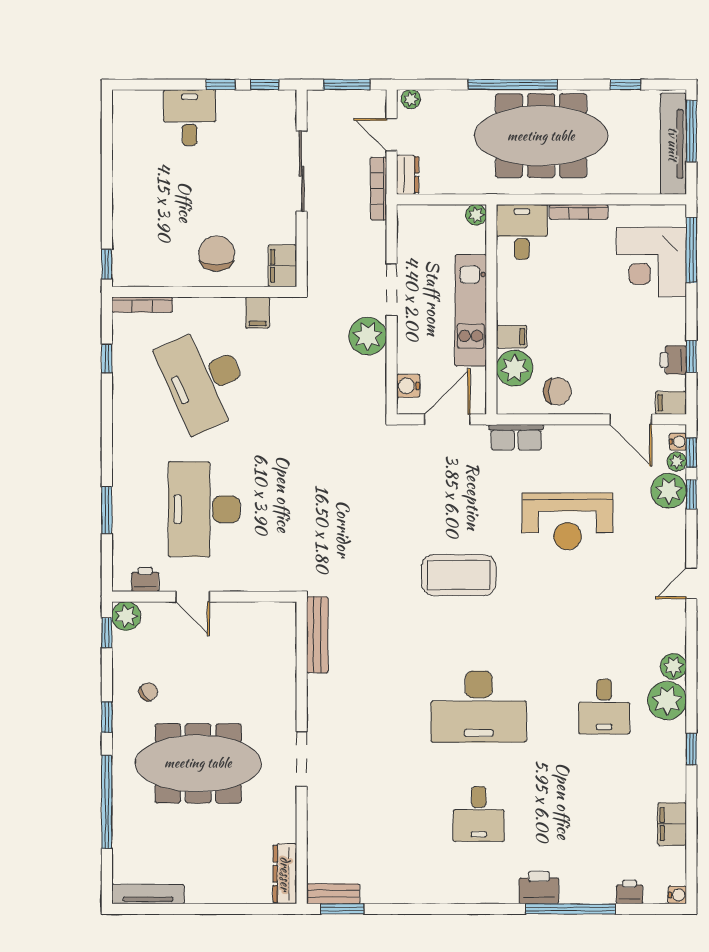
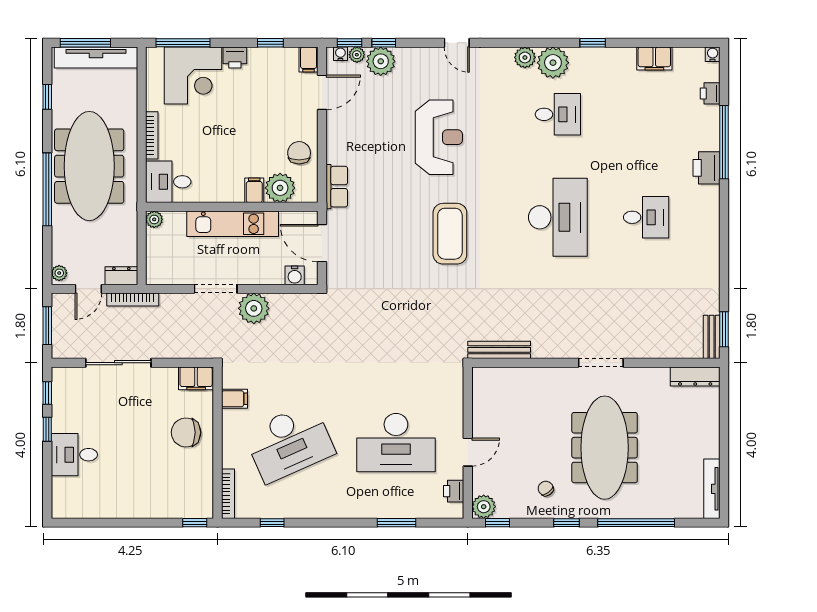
printer: (673, 360) -> (235, 57), moved
reception desk: (568, 521) -> (439, 137), moved

